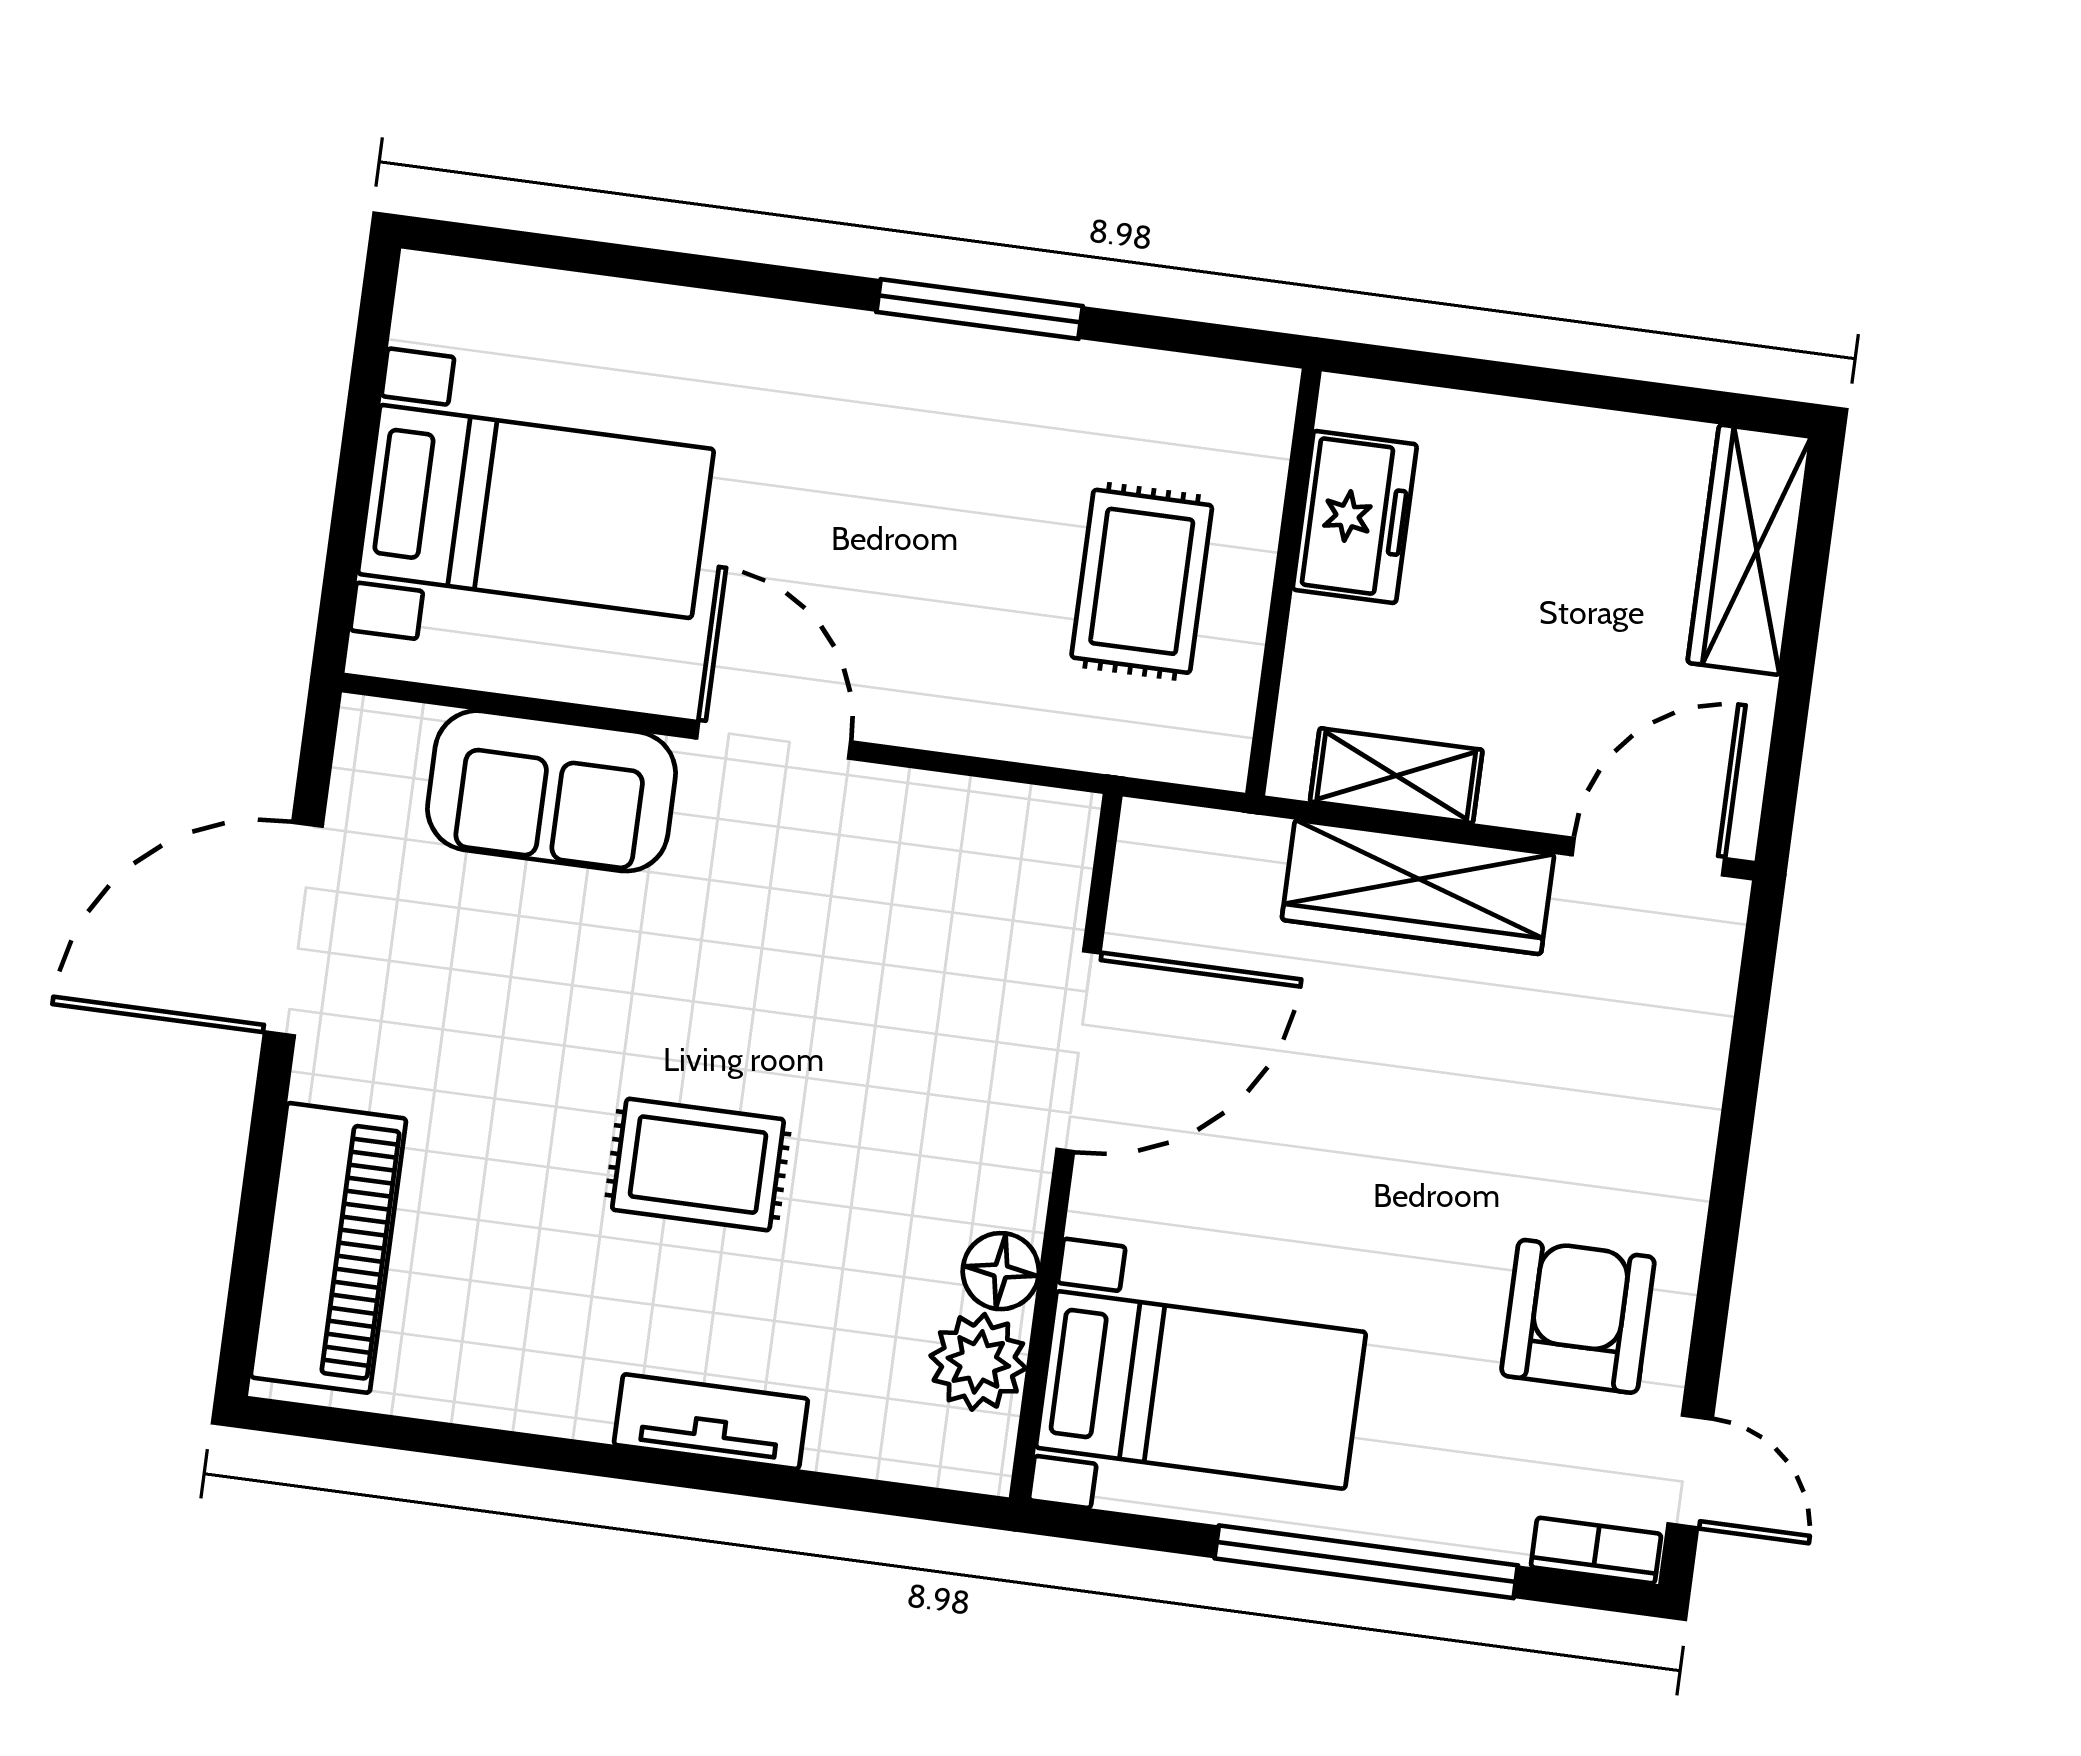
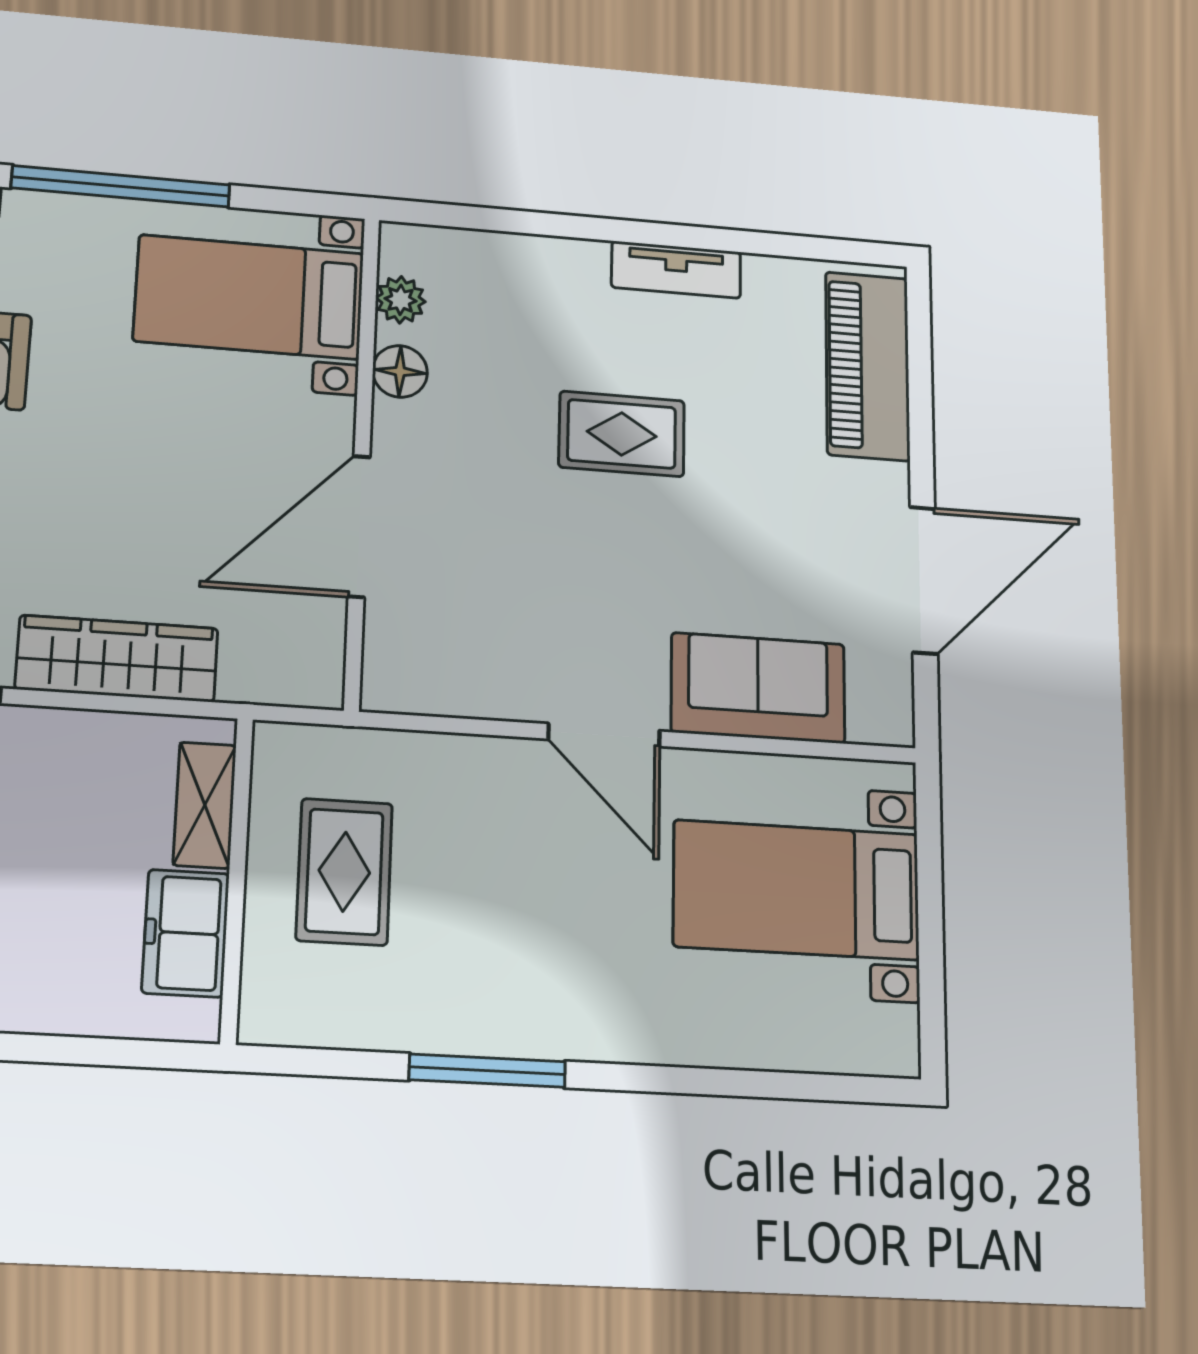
shelving: (1396, 776) -> (205, 805), moved, turned 90
plant: (978, 1362) -> (401, 300), width x0.73, depth x0.73
tv unit: (711, 1422) -> (676, 270), moved

